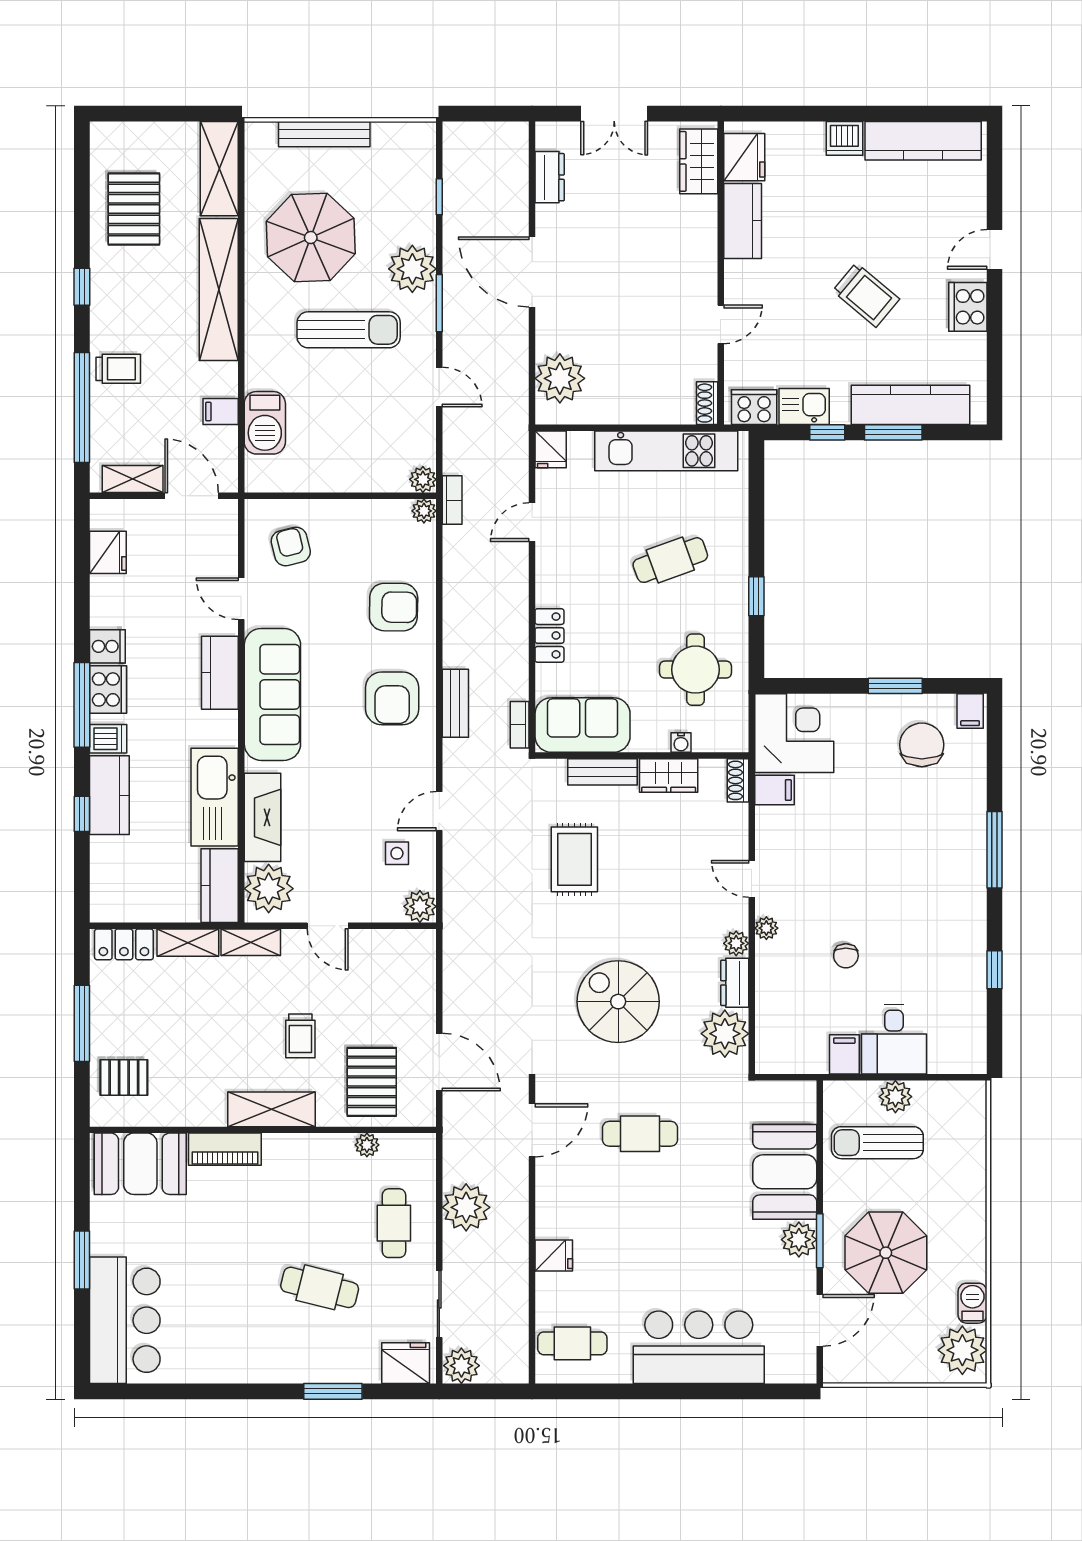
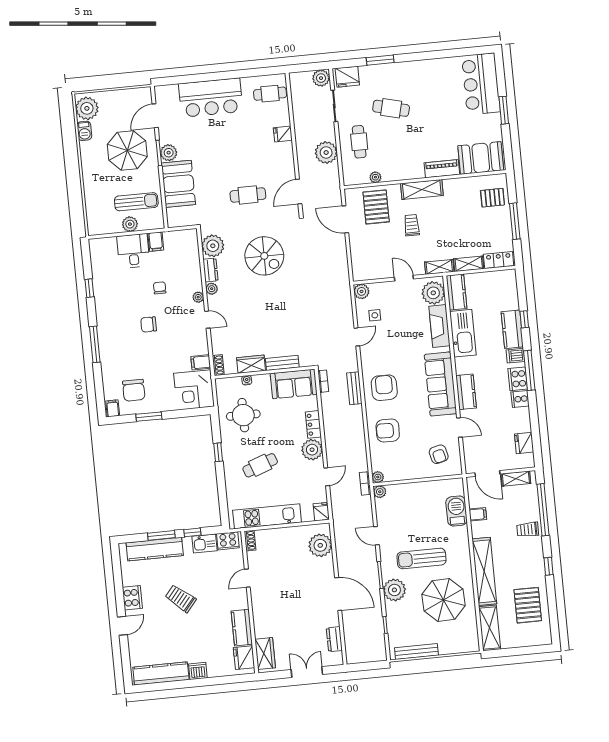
bench: (324, 134) -> (416, 652), moved
plant: (557, 582) -> (312, 450), added
rug: (574, 859) -> (291, 321), removed
chair: (877, 881) -> (149, 324), added

